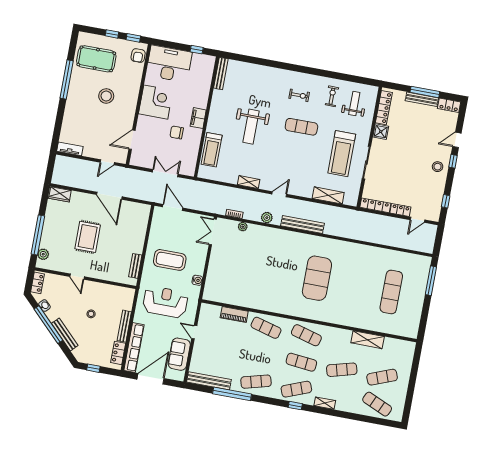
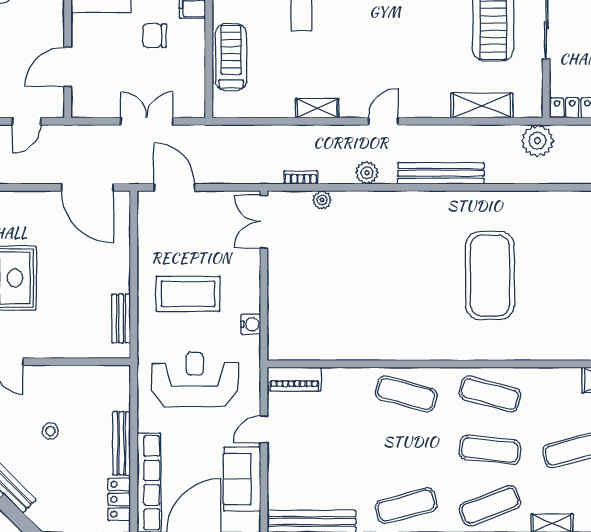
treadmill: (212, 150) -> (231, 57), turned 180
door: (109, 196) -> (87, 187), moved
plant: (352, 217) -> (537, 141), added
piano: (234, 314) -> (294, 379), moved
door: (194, 332) -> (264, 429), hinge flipped

